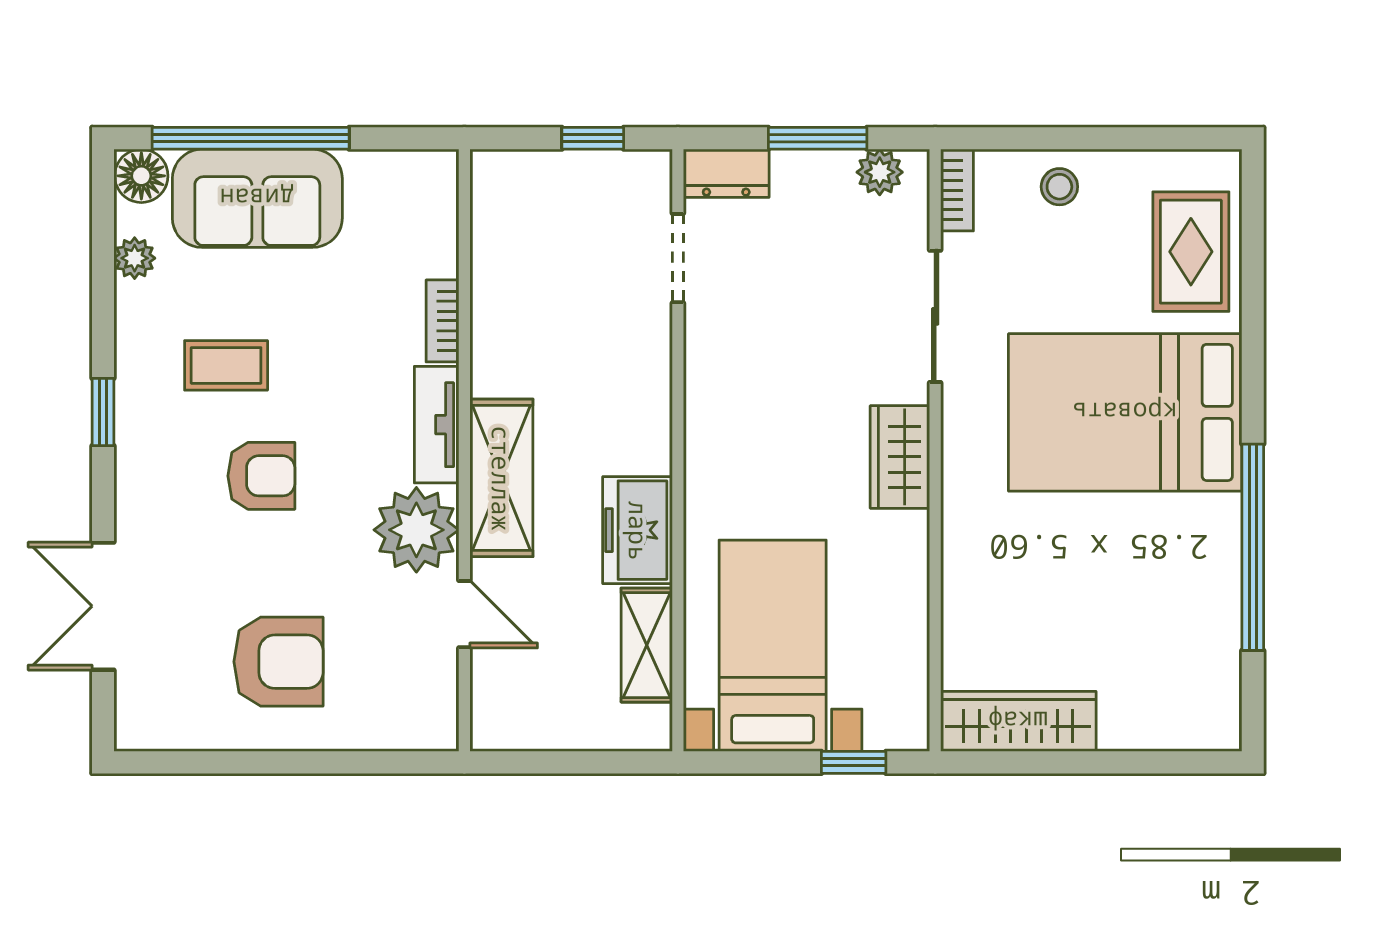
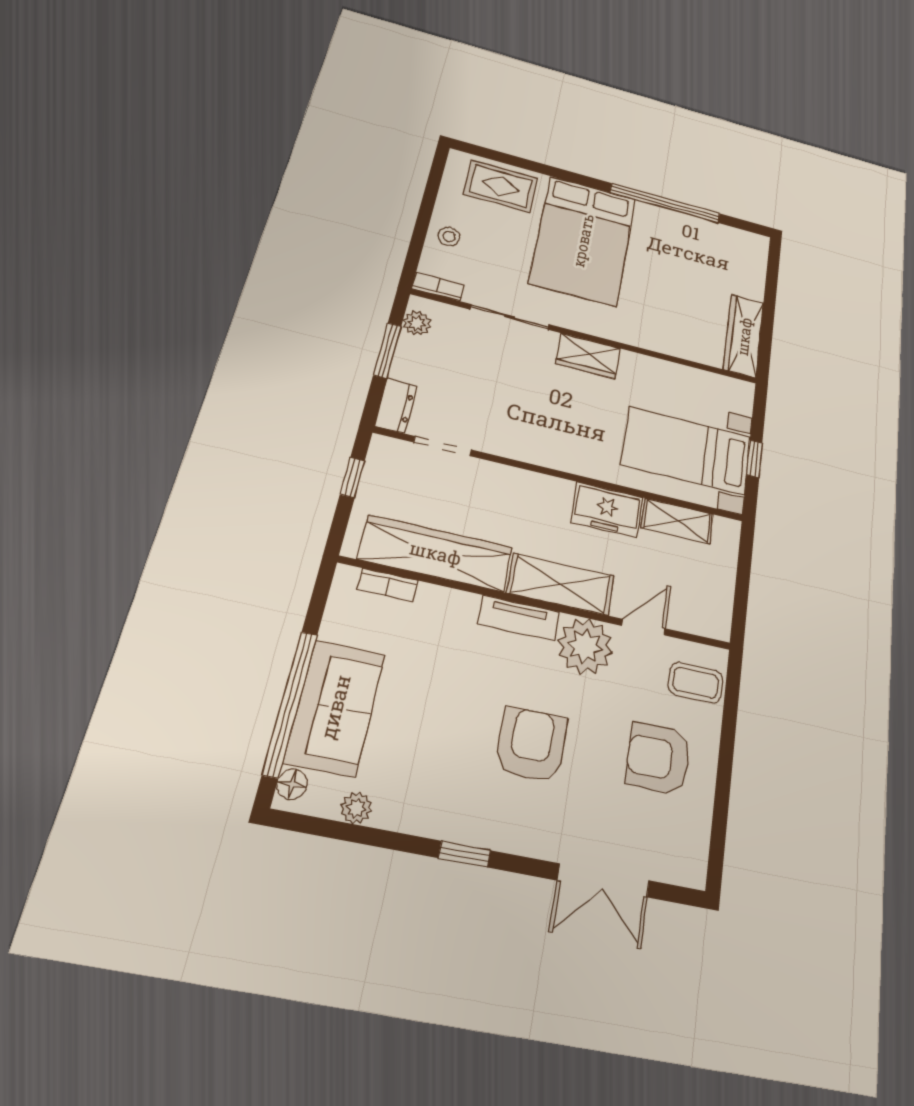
floor lamp: (141, 176) -> (292, 784), width x0.73, depth x0.73
wardrobe: (505, 285) -> (436, 553), added
bookcase: (442, 321) -> (388, 585), moved
coffee table: (226, 365) -> (696, 683), moved, turned 90
armchair: (261, 476) -> (531, 745), width x1.38, depth x1.38
armchair: (278, 662) -> (658, 758), turned -90
window: (854, 762) -> (754, 459), moved

